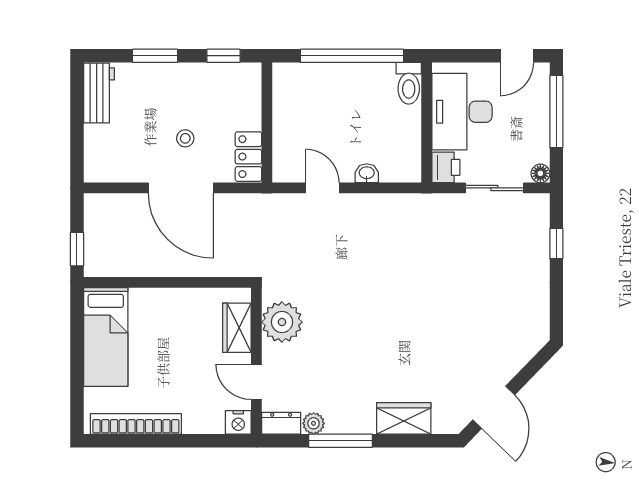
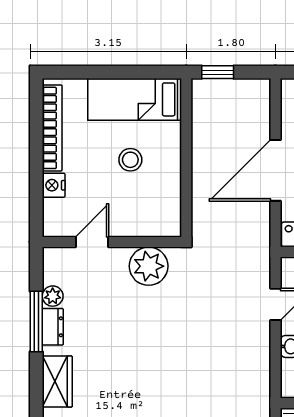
wardrobe: (237, 328) -> (143, 224), removed
stool: (170, 341) -> (130, 160), added
nightstand: (238, 422) -> (54, 185), moved
dresser: (281, 423) -> (53, 327), moved

